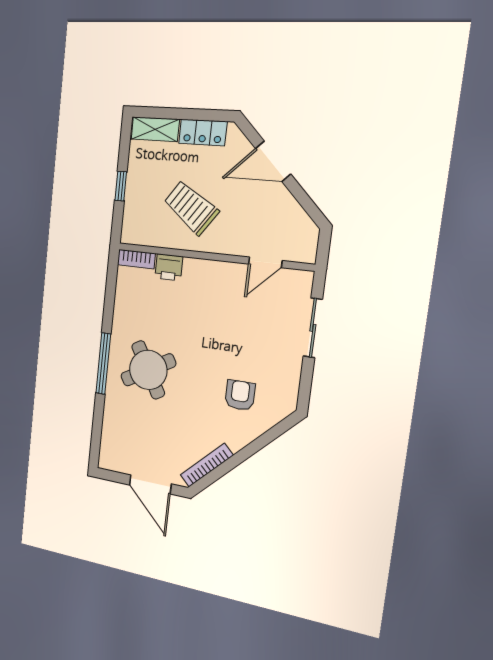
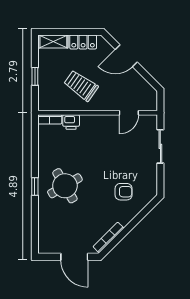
window: (103, 364) -> (35, 186), width x0.46
armchair: (240, 395) -> (124, 192), turned 90

